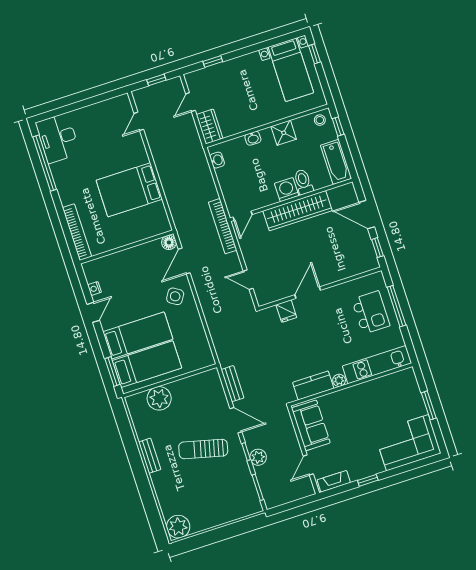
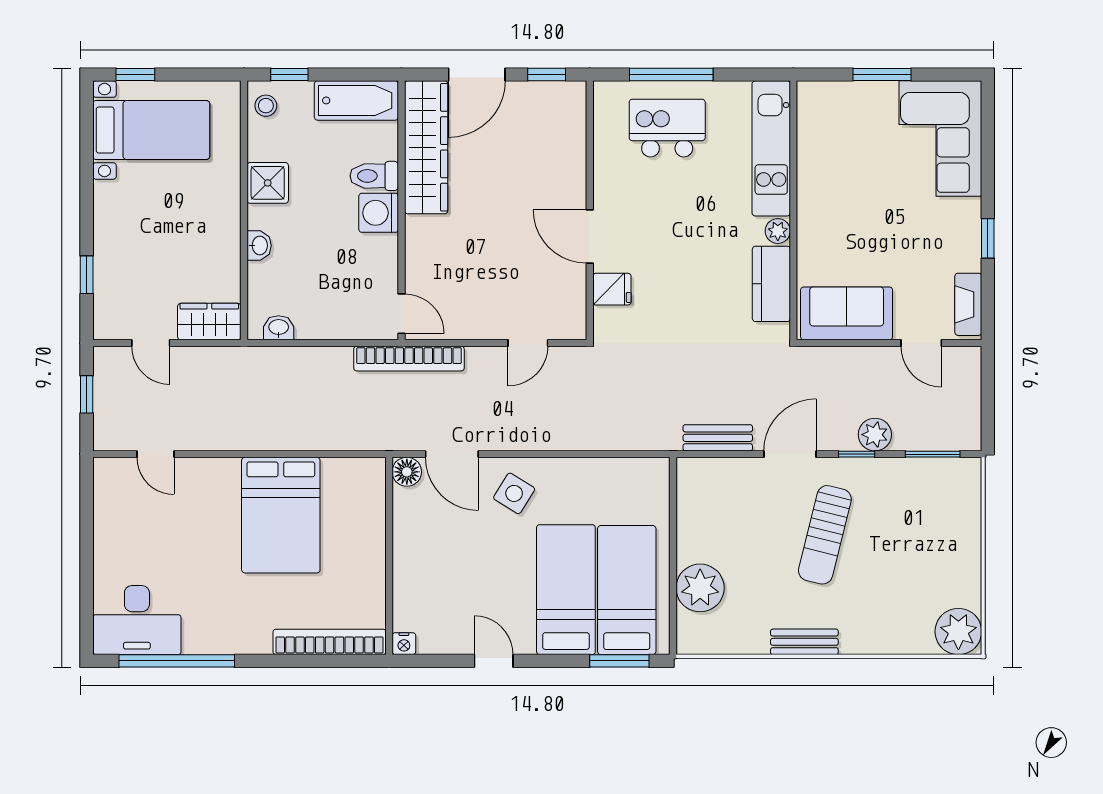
wardrobe: (297, 211) -> (426, 147), moved
nightstand: (94, 289) -> (404, 644), moved

